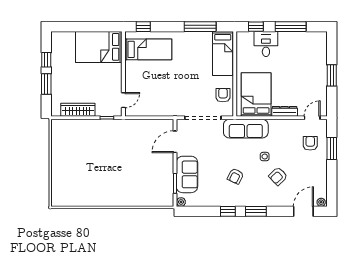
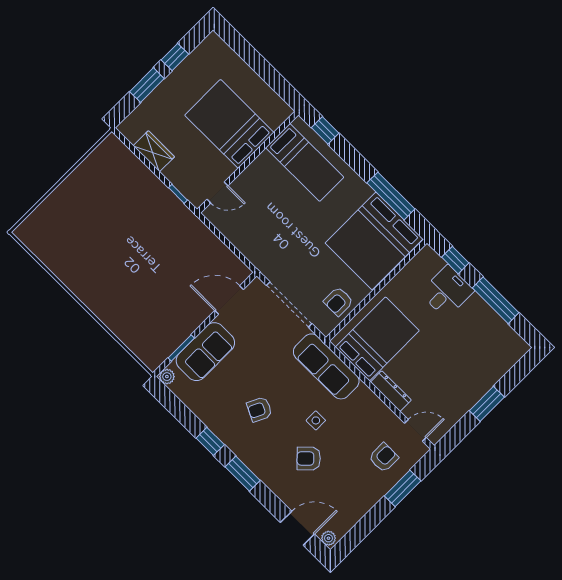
bed: (99, 47) -> (229, 124), moved
bed: (223, 53) -> (374, 241), width x2.04
armchair: (223, 95) -> (338, 301), turned 180
wardrobe: (78, 110) -> (154, 151), width x0.67

